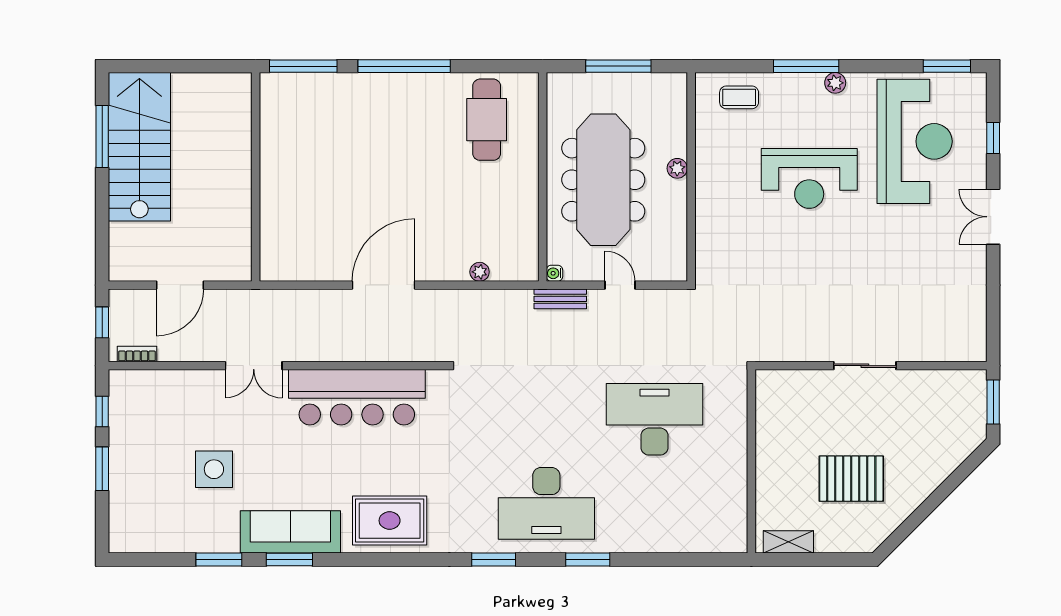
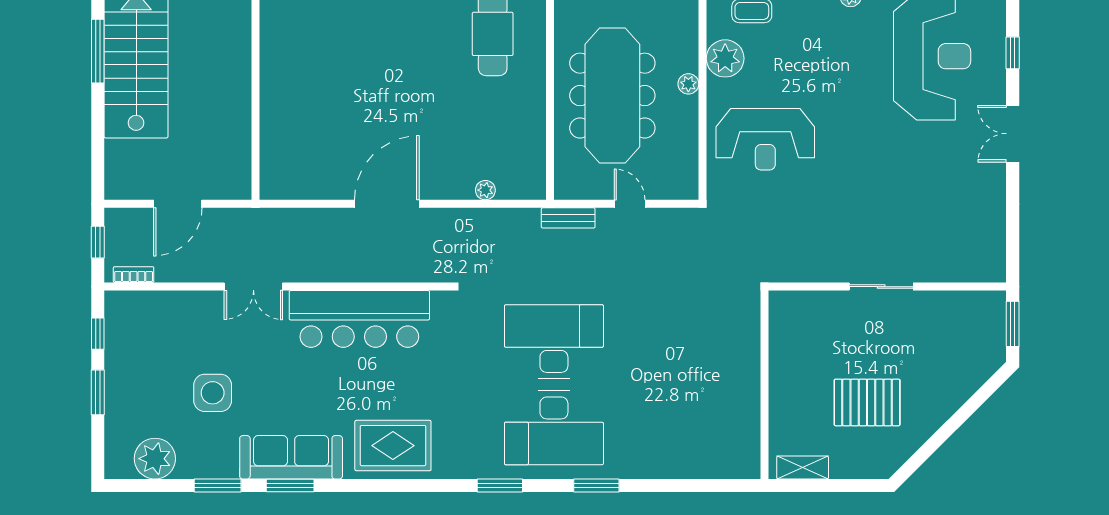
plant: (713, 144) -> (725, 58), added
reception desk: (809, 178) -> (765, 139), moved
water cooler: (554, 273) -> (562, 192), removed
desk: (655, 419) -> (554, 342), moved
plant: (158, 533) -> (155, 459), added

